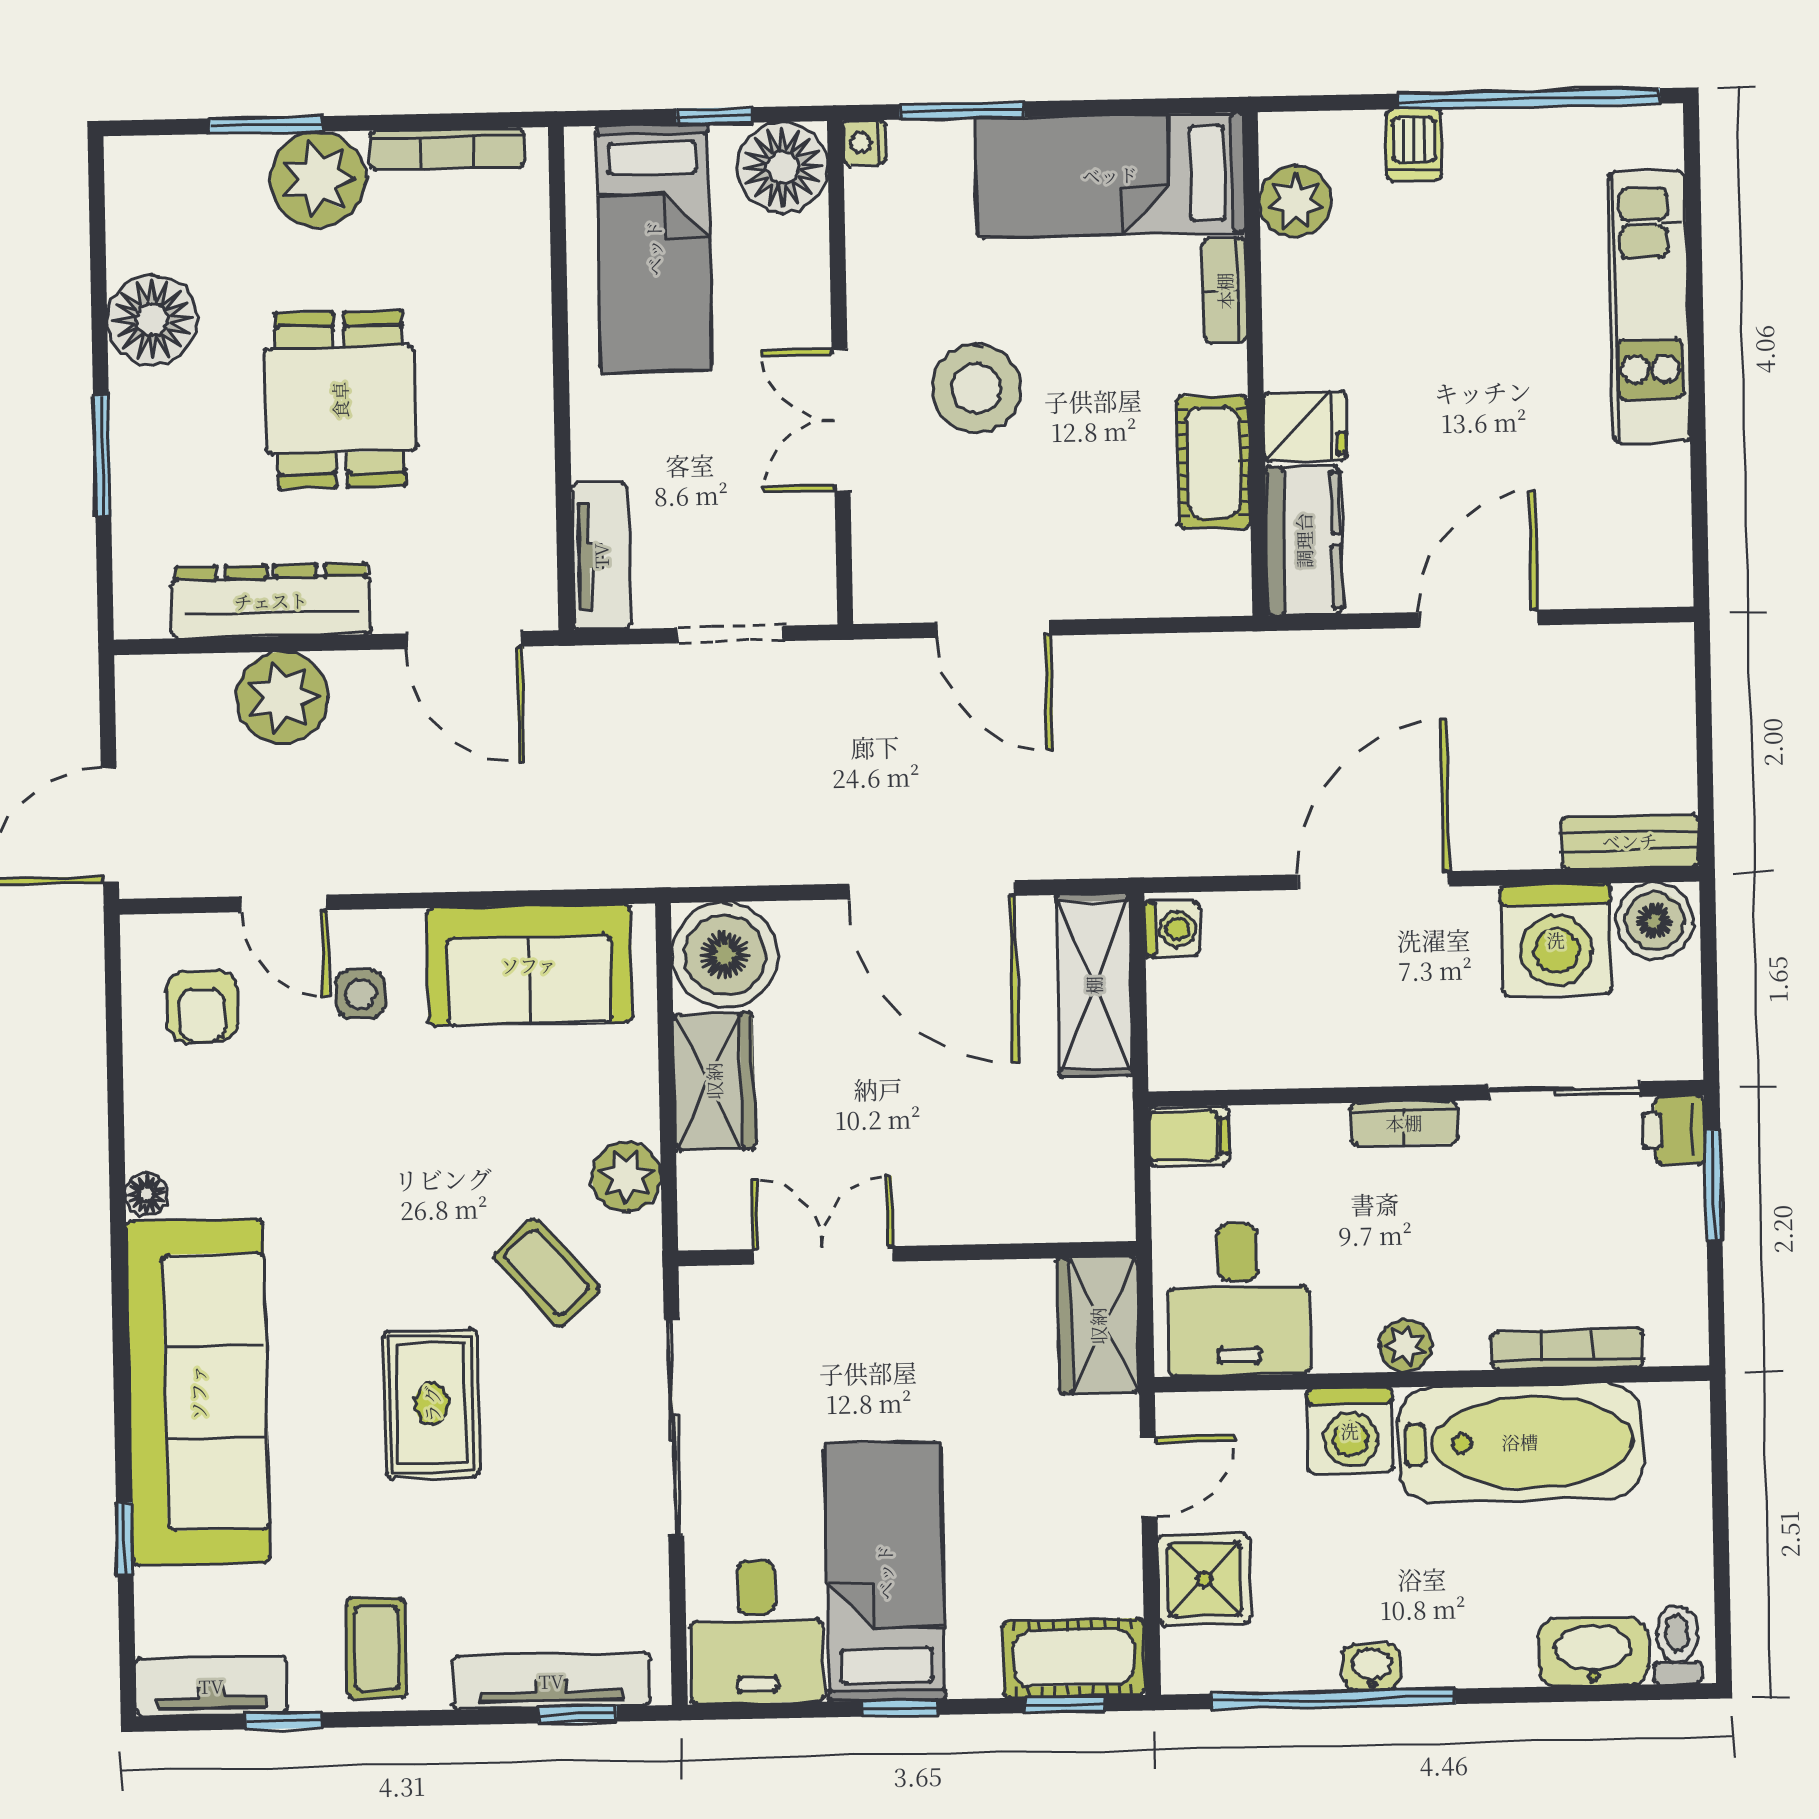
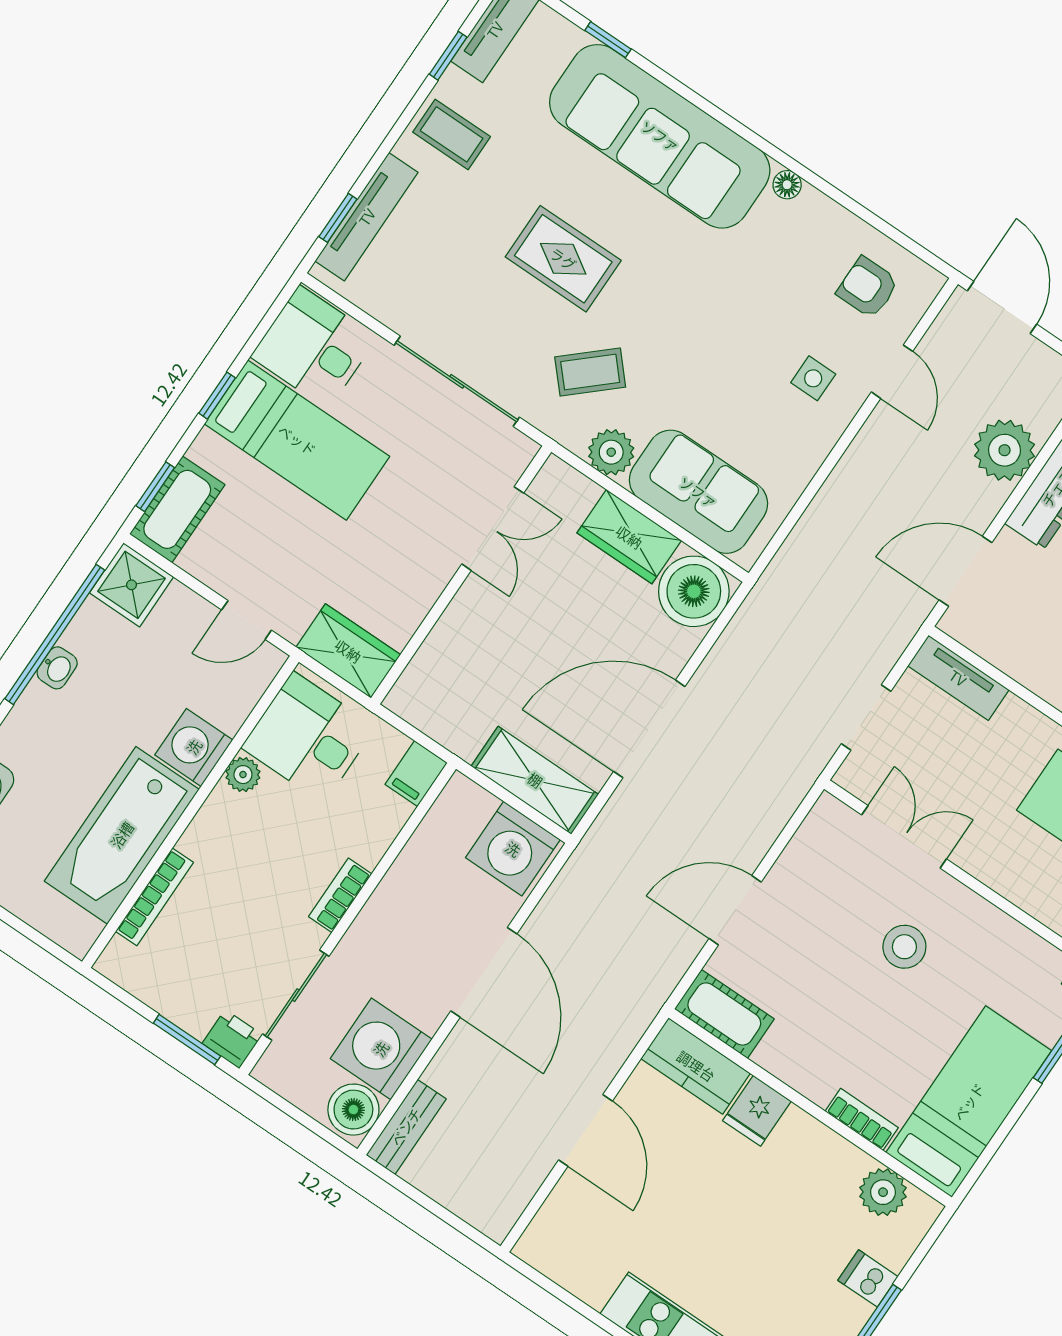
stool: (976, 388) -> (904, 947), width x0.73, depth x0.73
double door: (841, 419) -> (904, 837), moved
cot: (1213, 462) -> (724, 1014), moved
door: (993, 629) -> (735, 910), moved
door: (284, 903) -> (892, 372), swing flipped
washing machine: (1172, 929) -> (513, 849), width x1.89, depth x1.89
sofa: (529, 965) -> (698, 492), moved, turned 90
plant: (1406, 1346) -> (243, 775), moved
door: (1149, 1477) -> (247, 620), hinge flipped
shower: (1204, 1579) -> (131, 585), moved

